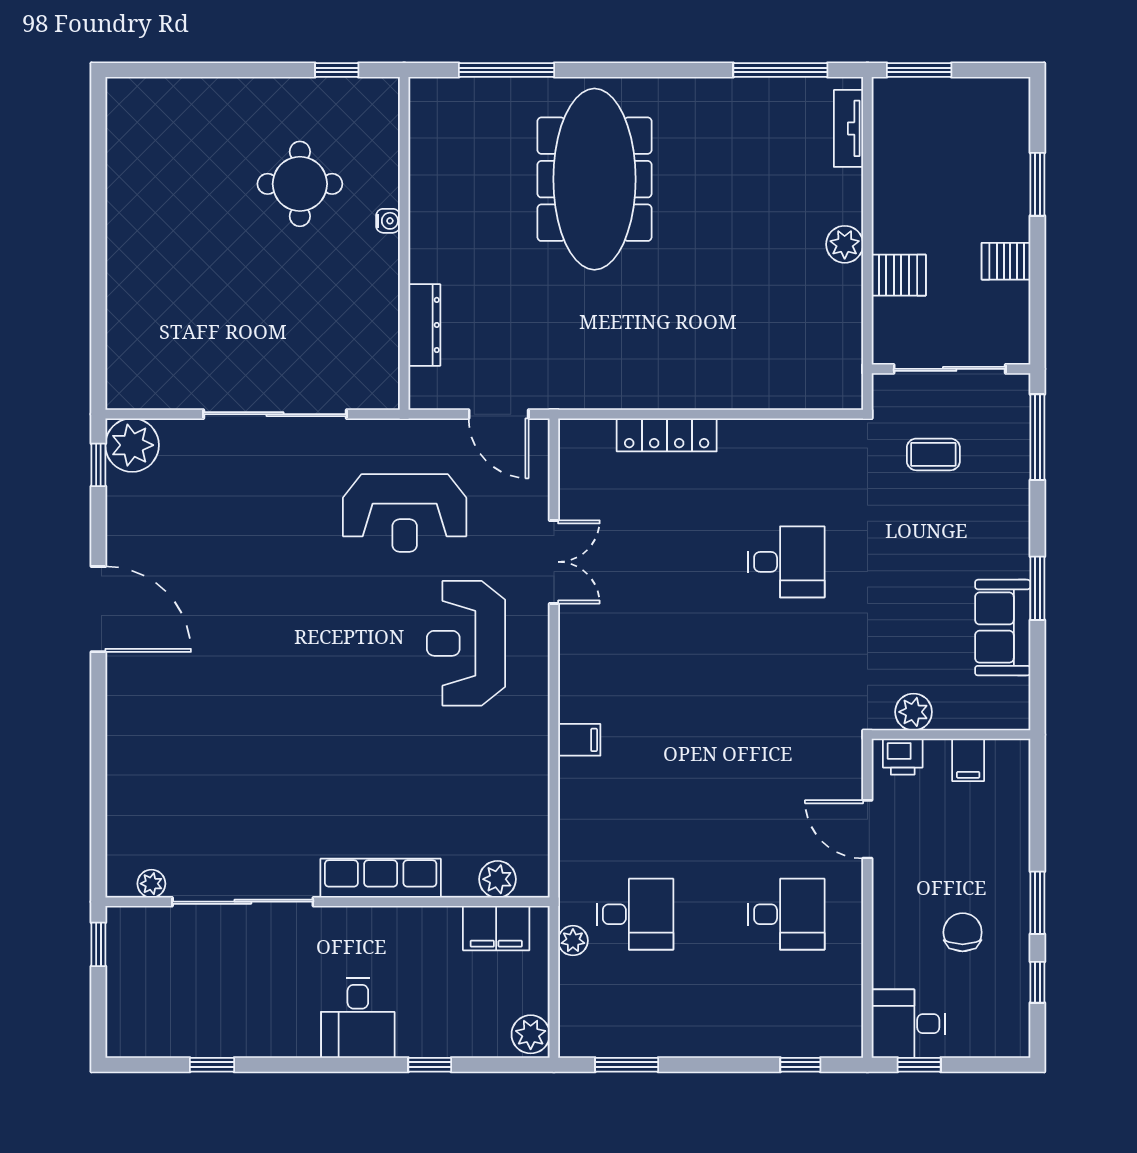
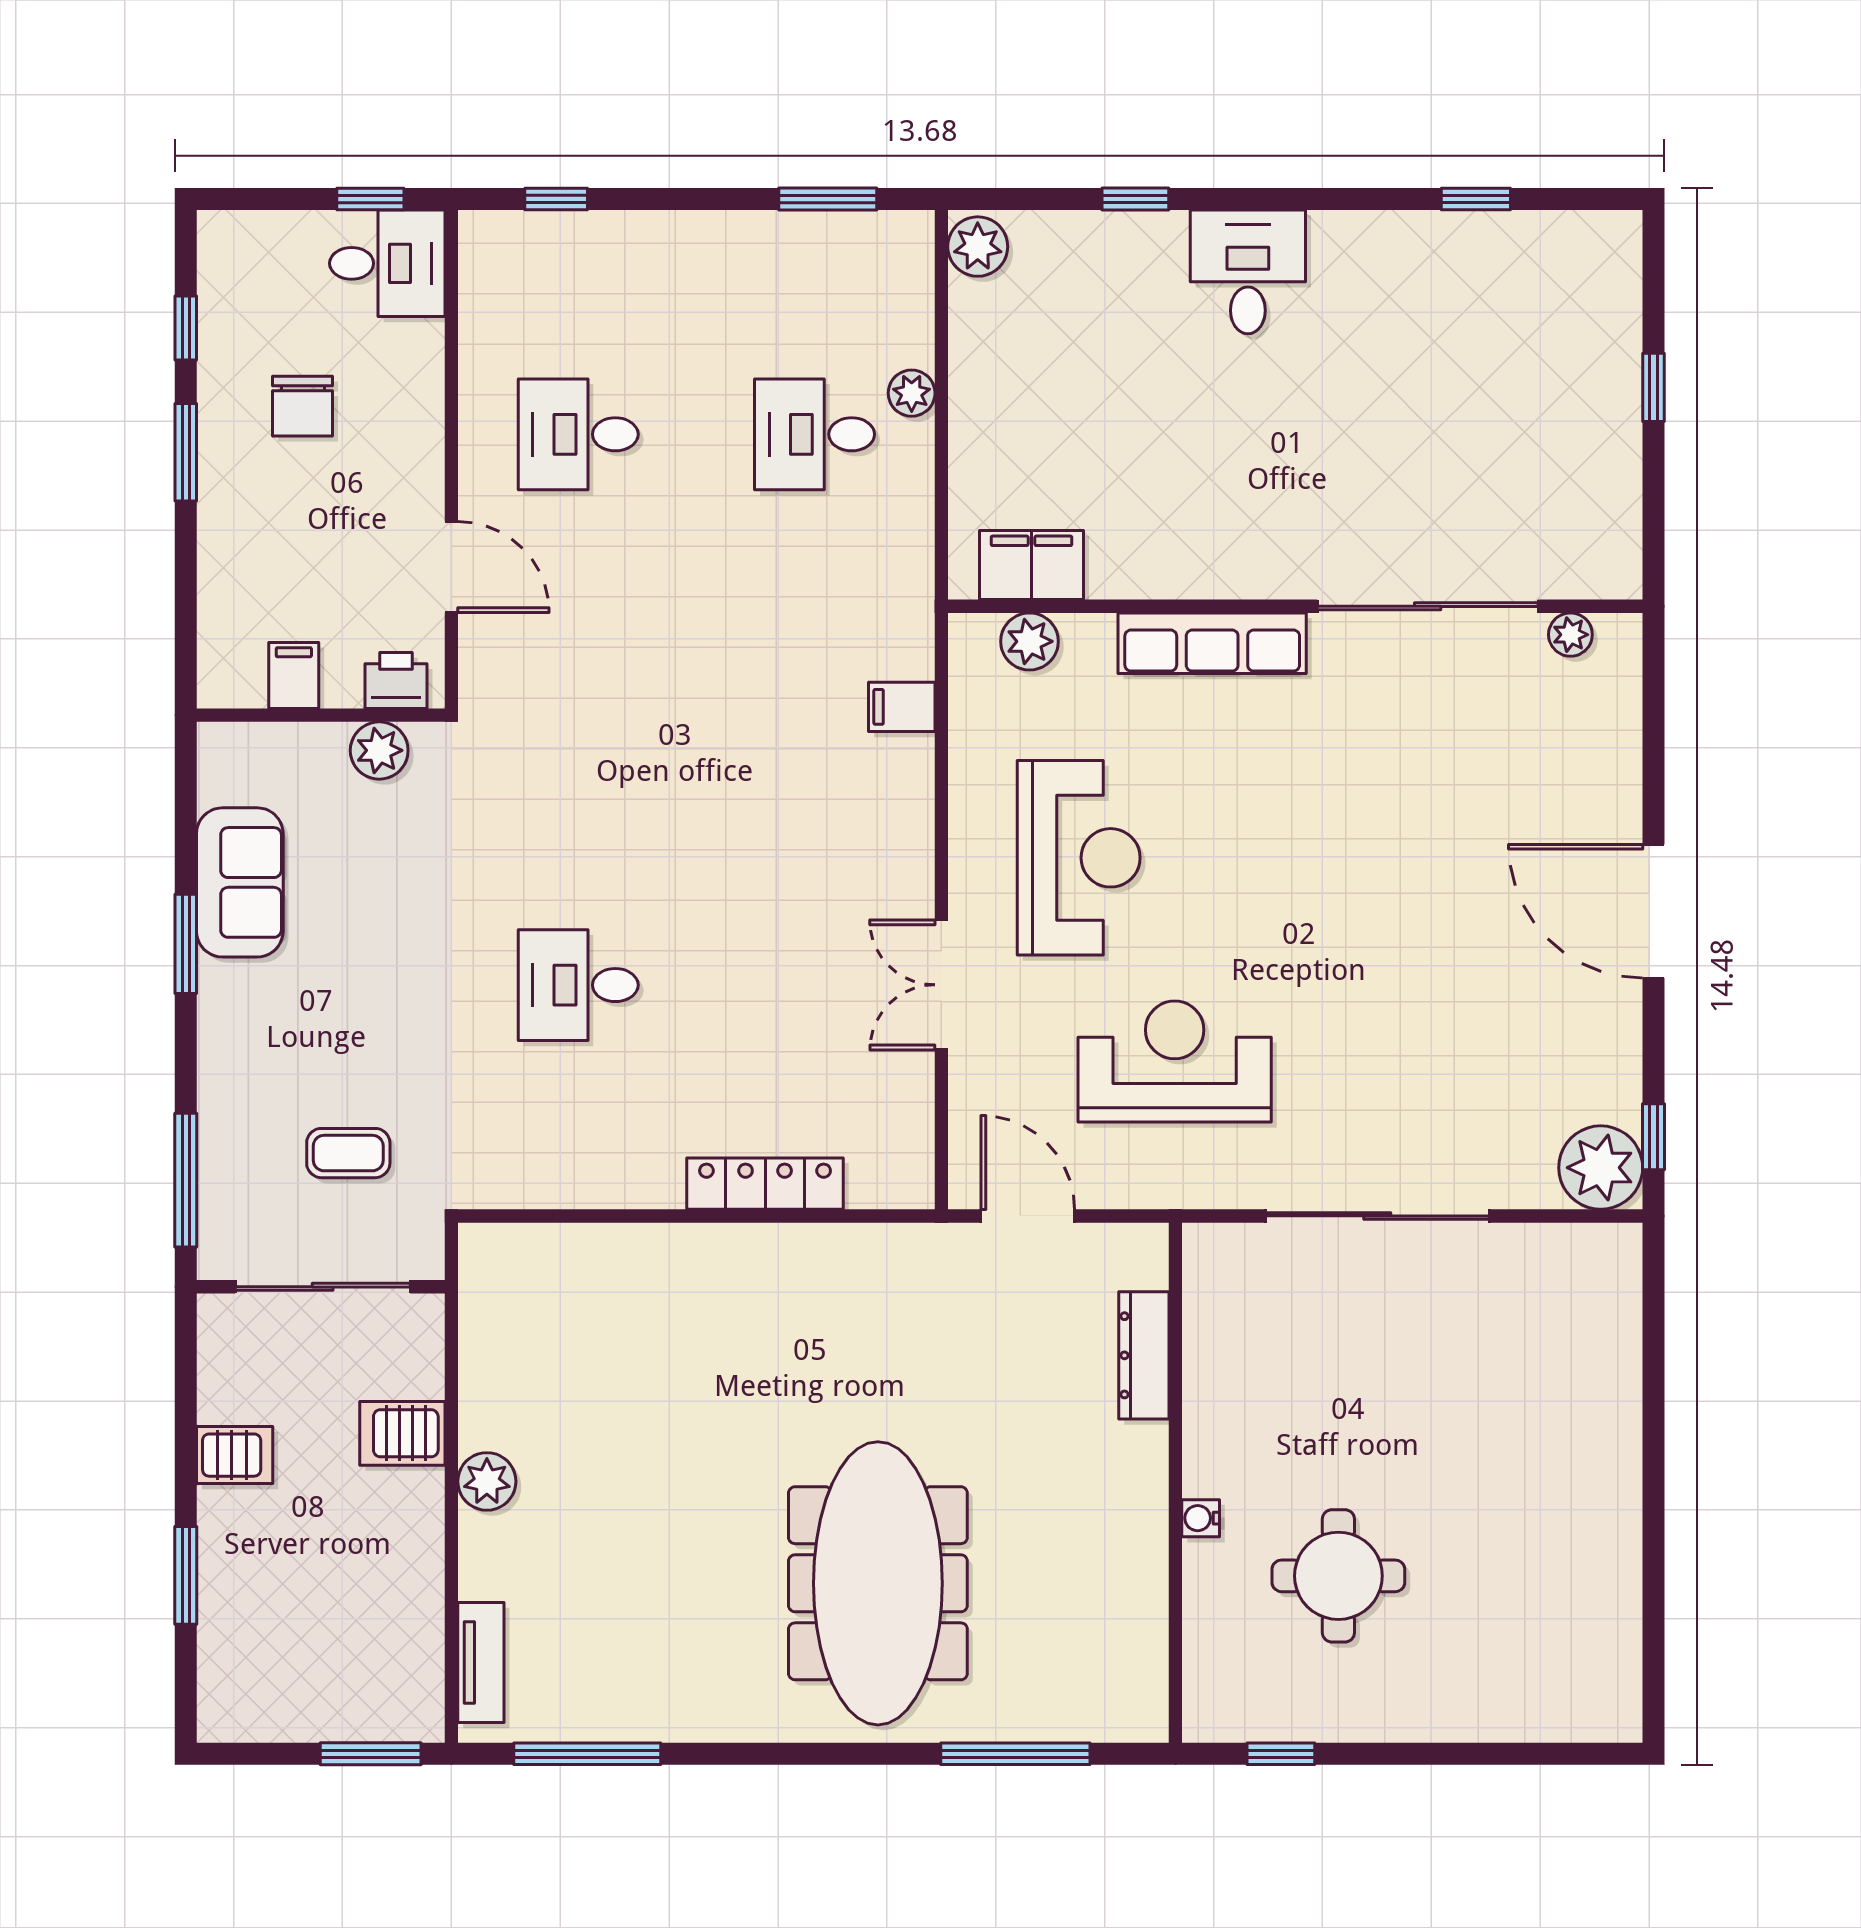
row of seats: (381, 878) -> (1212, 643), moved
plant: (497, 879) -> (1029, 641), moved
plant: (151, 884) -> (1570, 635), moved
sliding door: (243, 902) -> (1428, 606), moved
wall: (328, 902) -> (1295, 606), moved
filing cabinet: (496, 928) -> (1031, 565), moved

